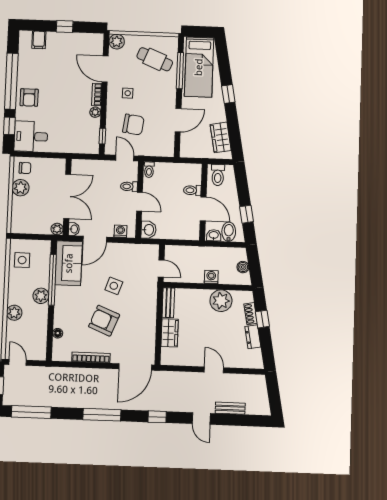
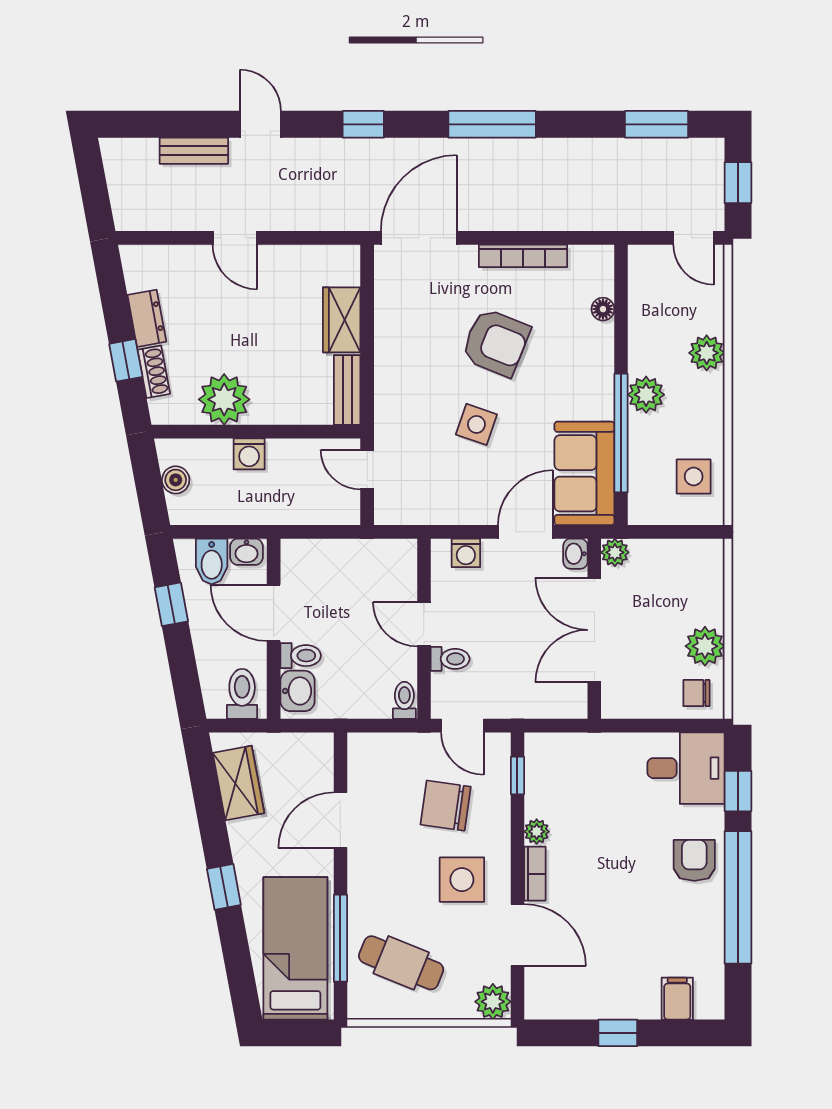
side table: (128, 93) -> (462, 880), width x1.87, depth x1.87
washbasin: (149, 230) -> (297, 691), moved, turned 180
window: (31, 412) -> (657, 124), width x0.69

